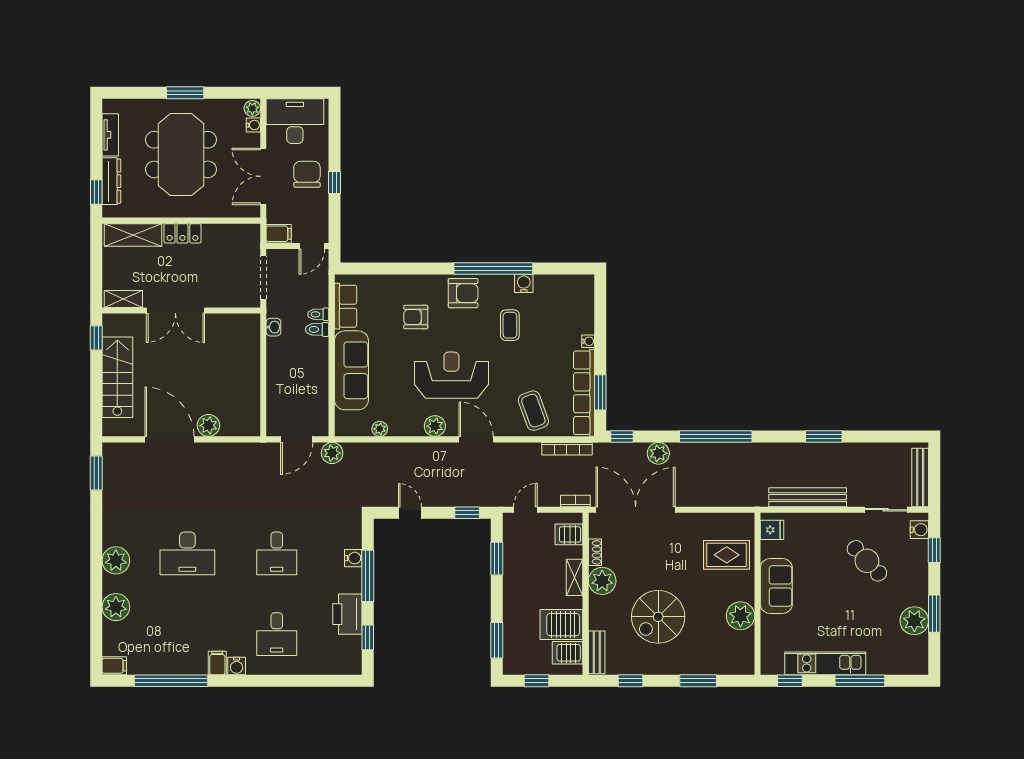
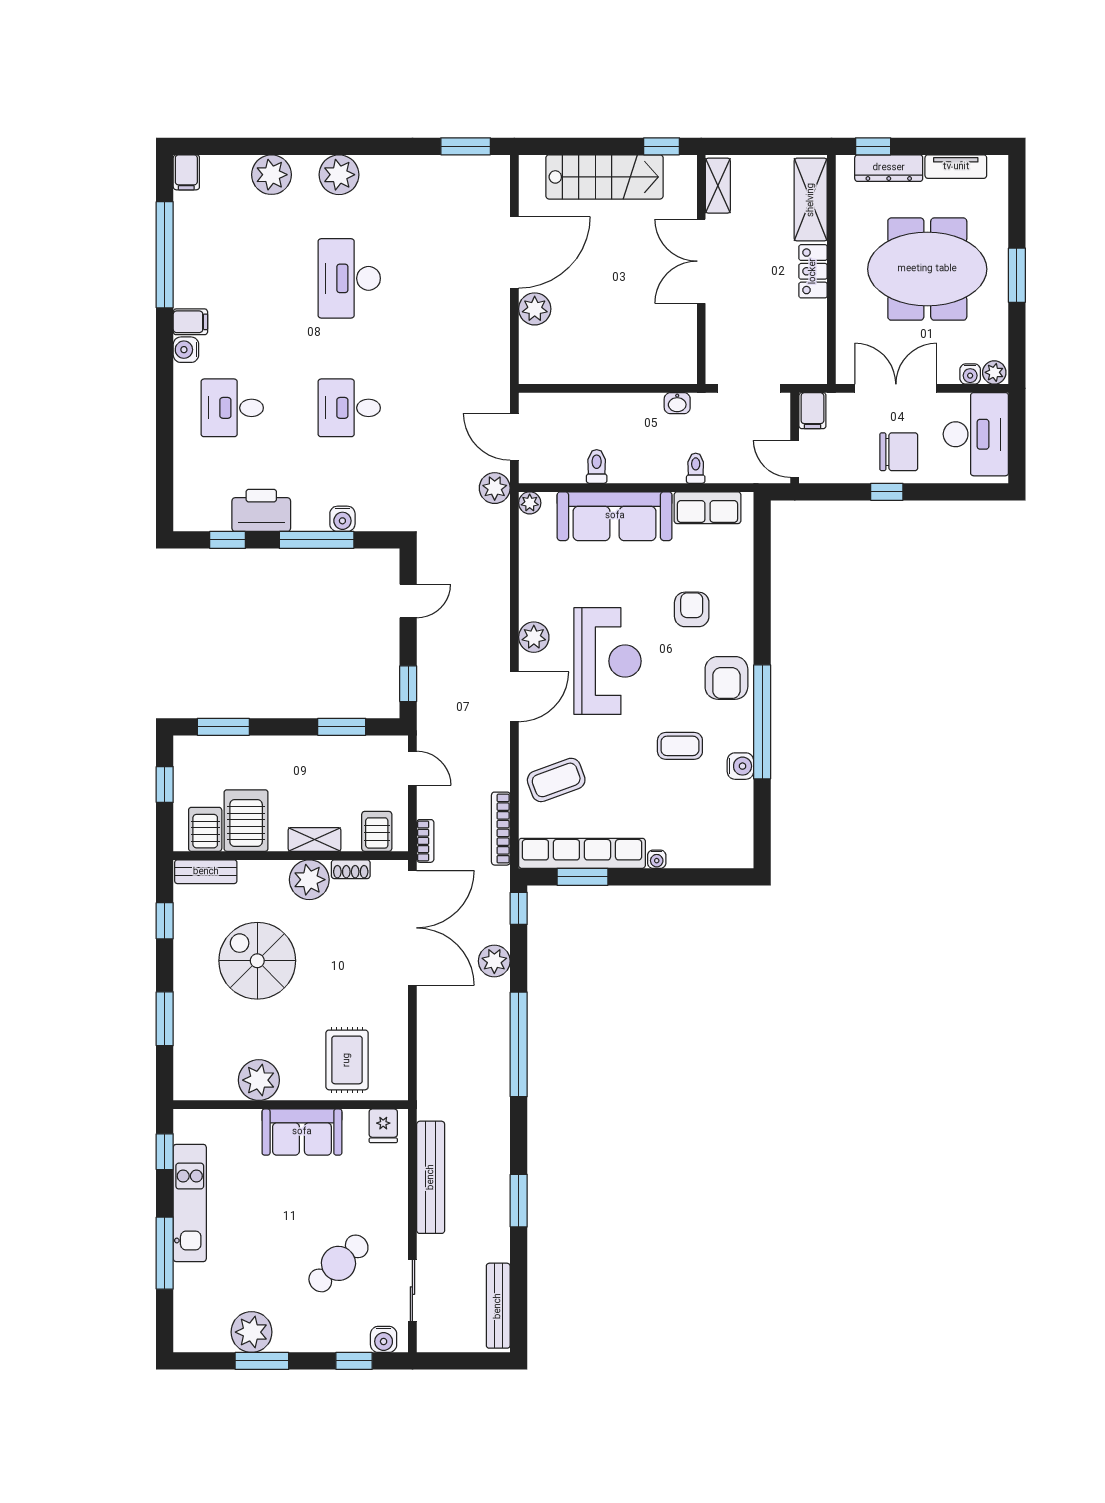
toilet: (317, 329) -> (597, 466), moved
plant: (380, 429) -> (530, 503), moved
bench: (920, 477) -> (498, 1306), moved, turned 90

